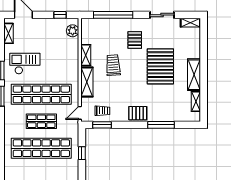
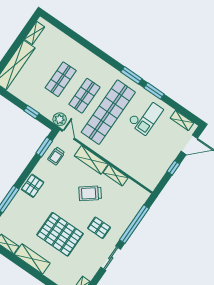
window: (60, 15) -> (173, 168), moved
sliding door: (162, 15) -> (111, 258), moved
plant: (73, 31) -> (60, 119), moved
trolley: (113, 65) -> (90, 193), turned 146
shop shelf: (41, 148) -> (61, 79), width x0.50, depth x0.74

